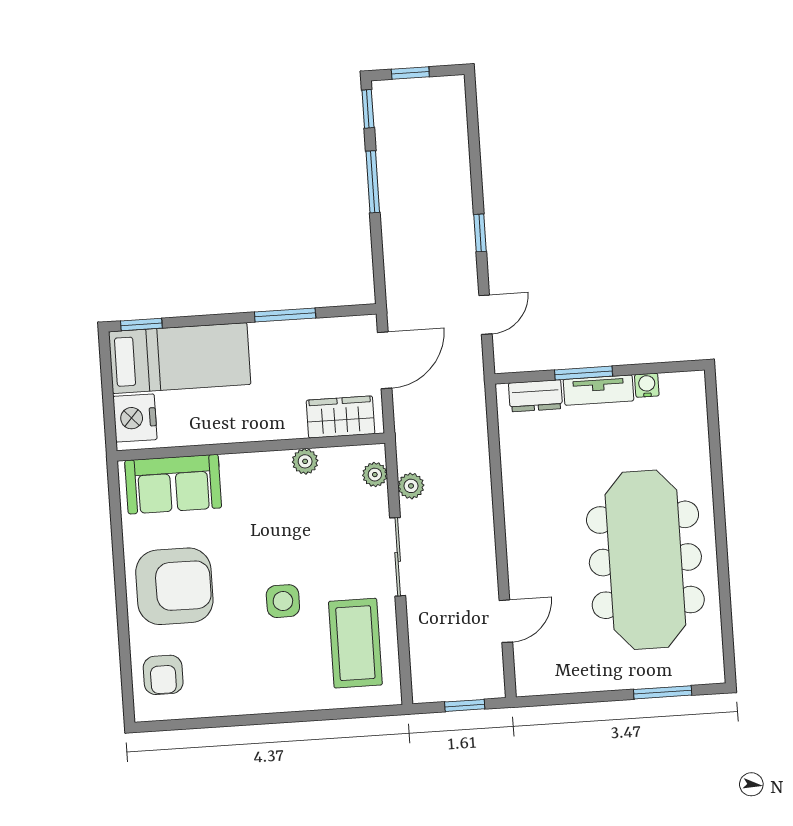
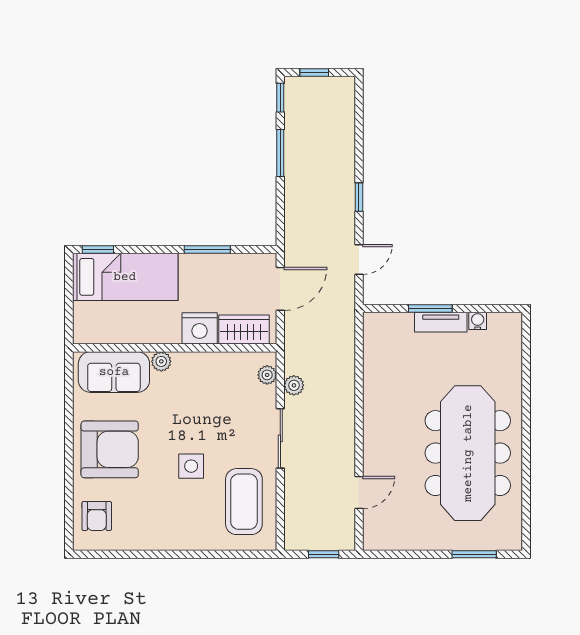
dresser: (535, 396) -> (393, 323), removed
nightstand: (135, 418) -> (200, 328), moved, turned -90
plant: (305, 461) -> (161, 361), moved

